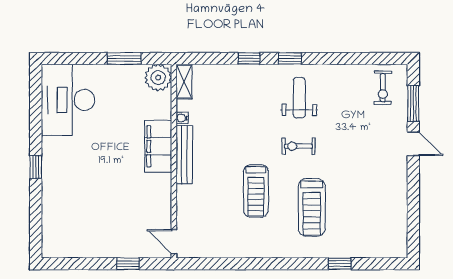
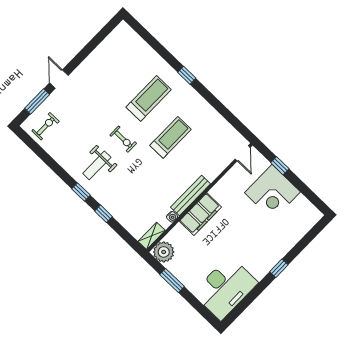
corner desk: (111, 232) -> (272, 192), added
window: (340, 264) -> (187, 75), moved

